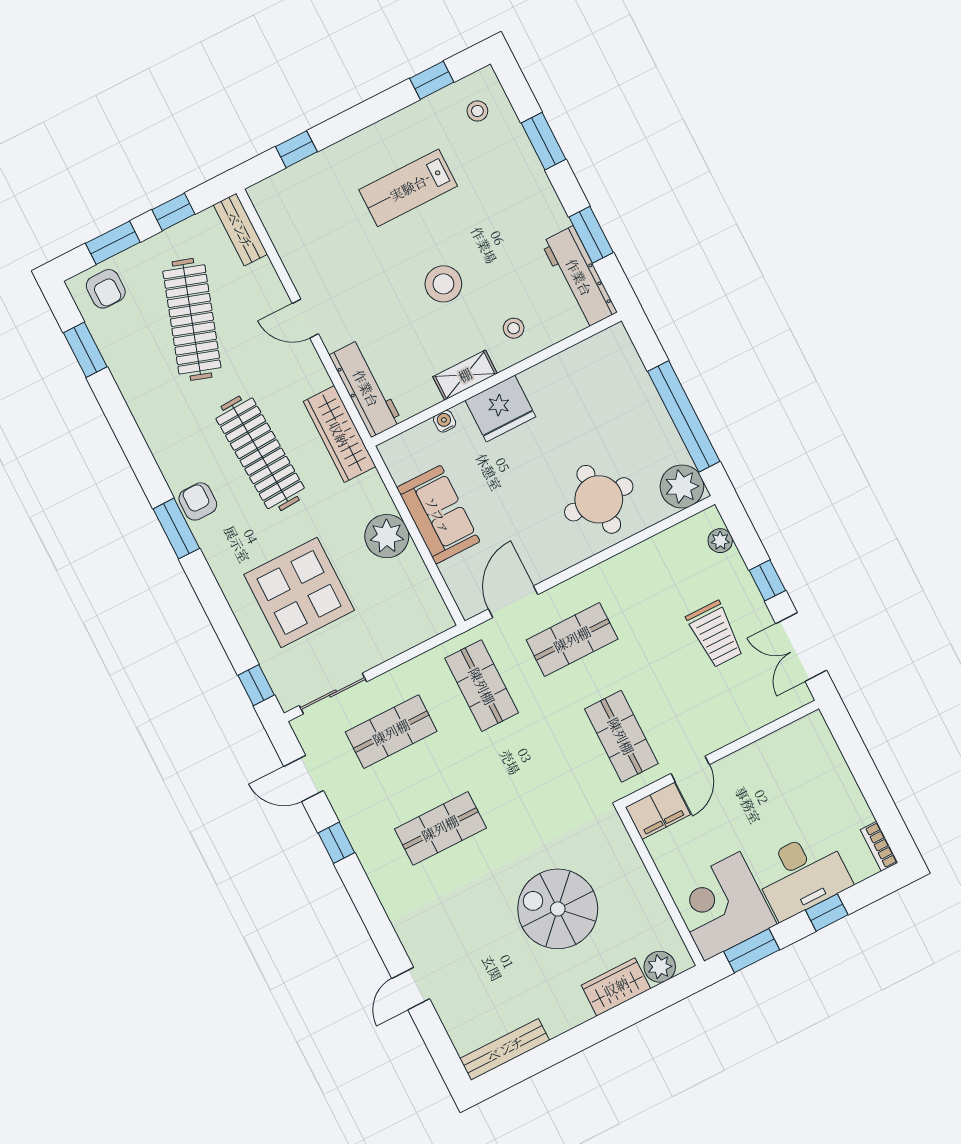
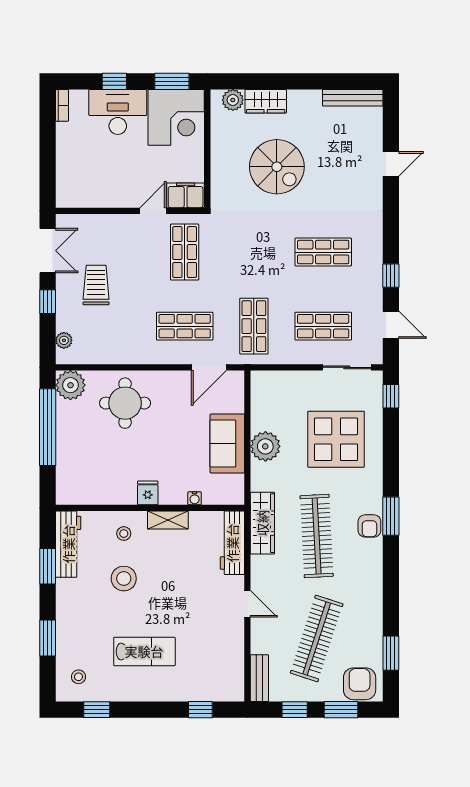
stool: (443, 284) -> (124, 579), moved
armchair: (106, 289) -> (360, 684), width x1.38, depth x1.38
fridge: (500, 408) -> (148, 493), width x0.53, depth x0.75

